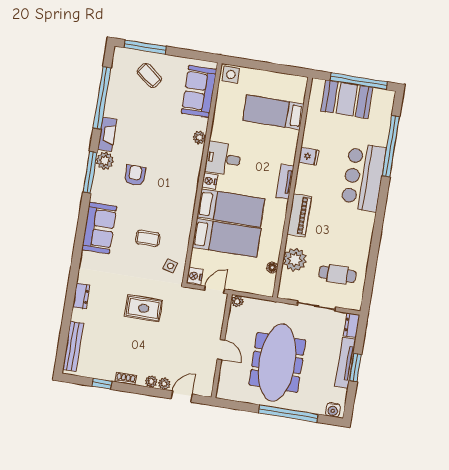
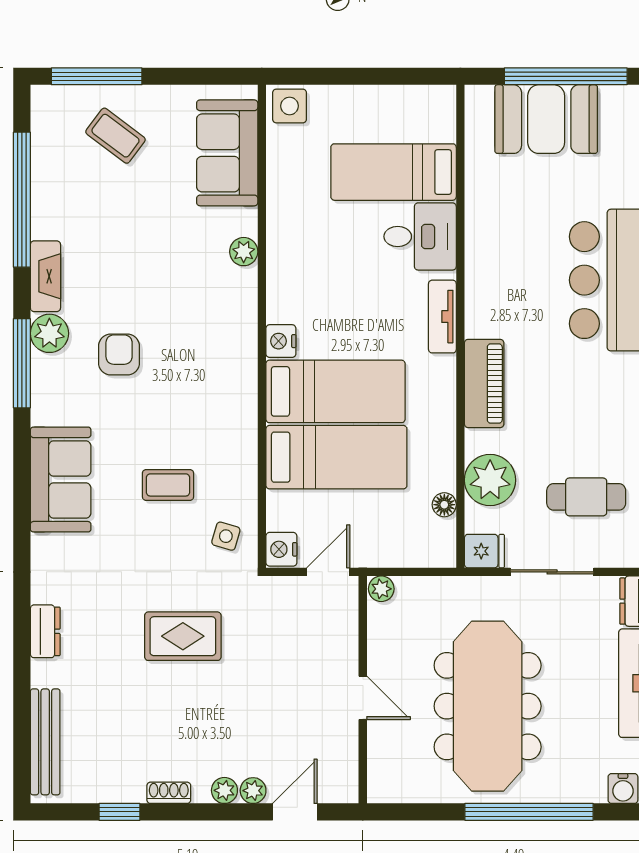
fridge: (309, 156) -> (484, 551), moved
desk: (223, 159) -> (420, 236), moved, turned 180

